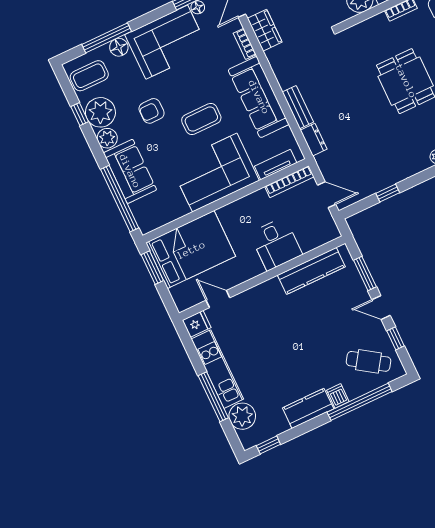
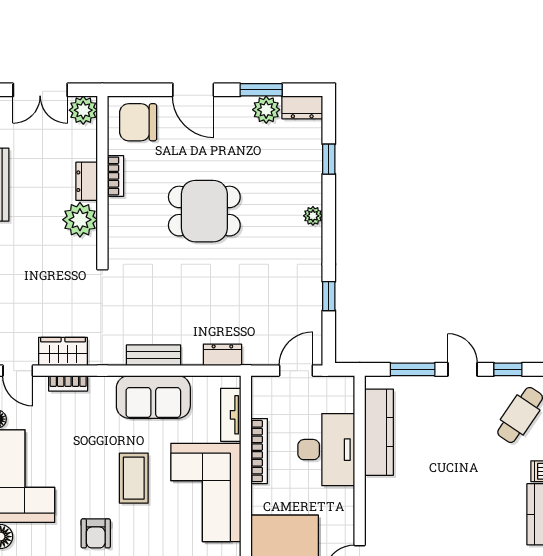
sofa: (259, 97) -> (153, 397), width x0.73
bench: (298, 107) -> (153, 355), moved
bookcase: (289, 182) -> (259, 451), moved
desk: (276, 244) -> (326, 450), width x1.37
door: (381, 308) -> (462, 369), swing flipped

